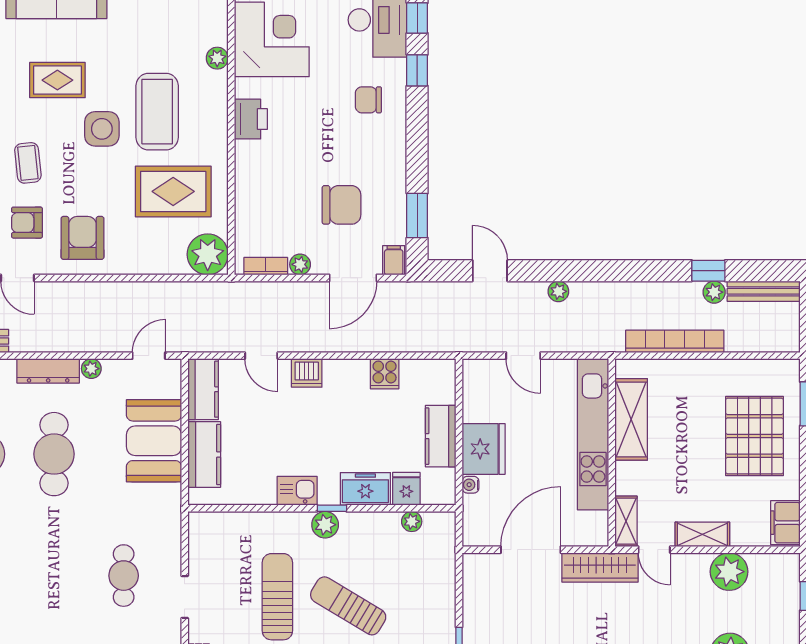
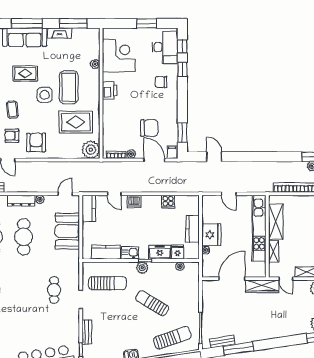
door: (353, 278) -> (154, 160), swing flipped
plant: (558, 291) -> (244, 166), removed
kitchen counter: (204, 455) -> (106, 252), moved, turned -90
shelving: (626, 521) -> (274, 251), moved
sun lounger: (277, 597) -> (107, 283), moved, turned 90

